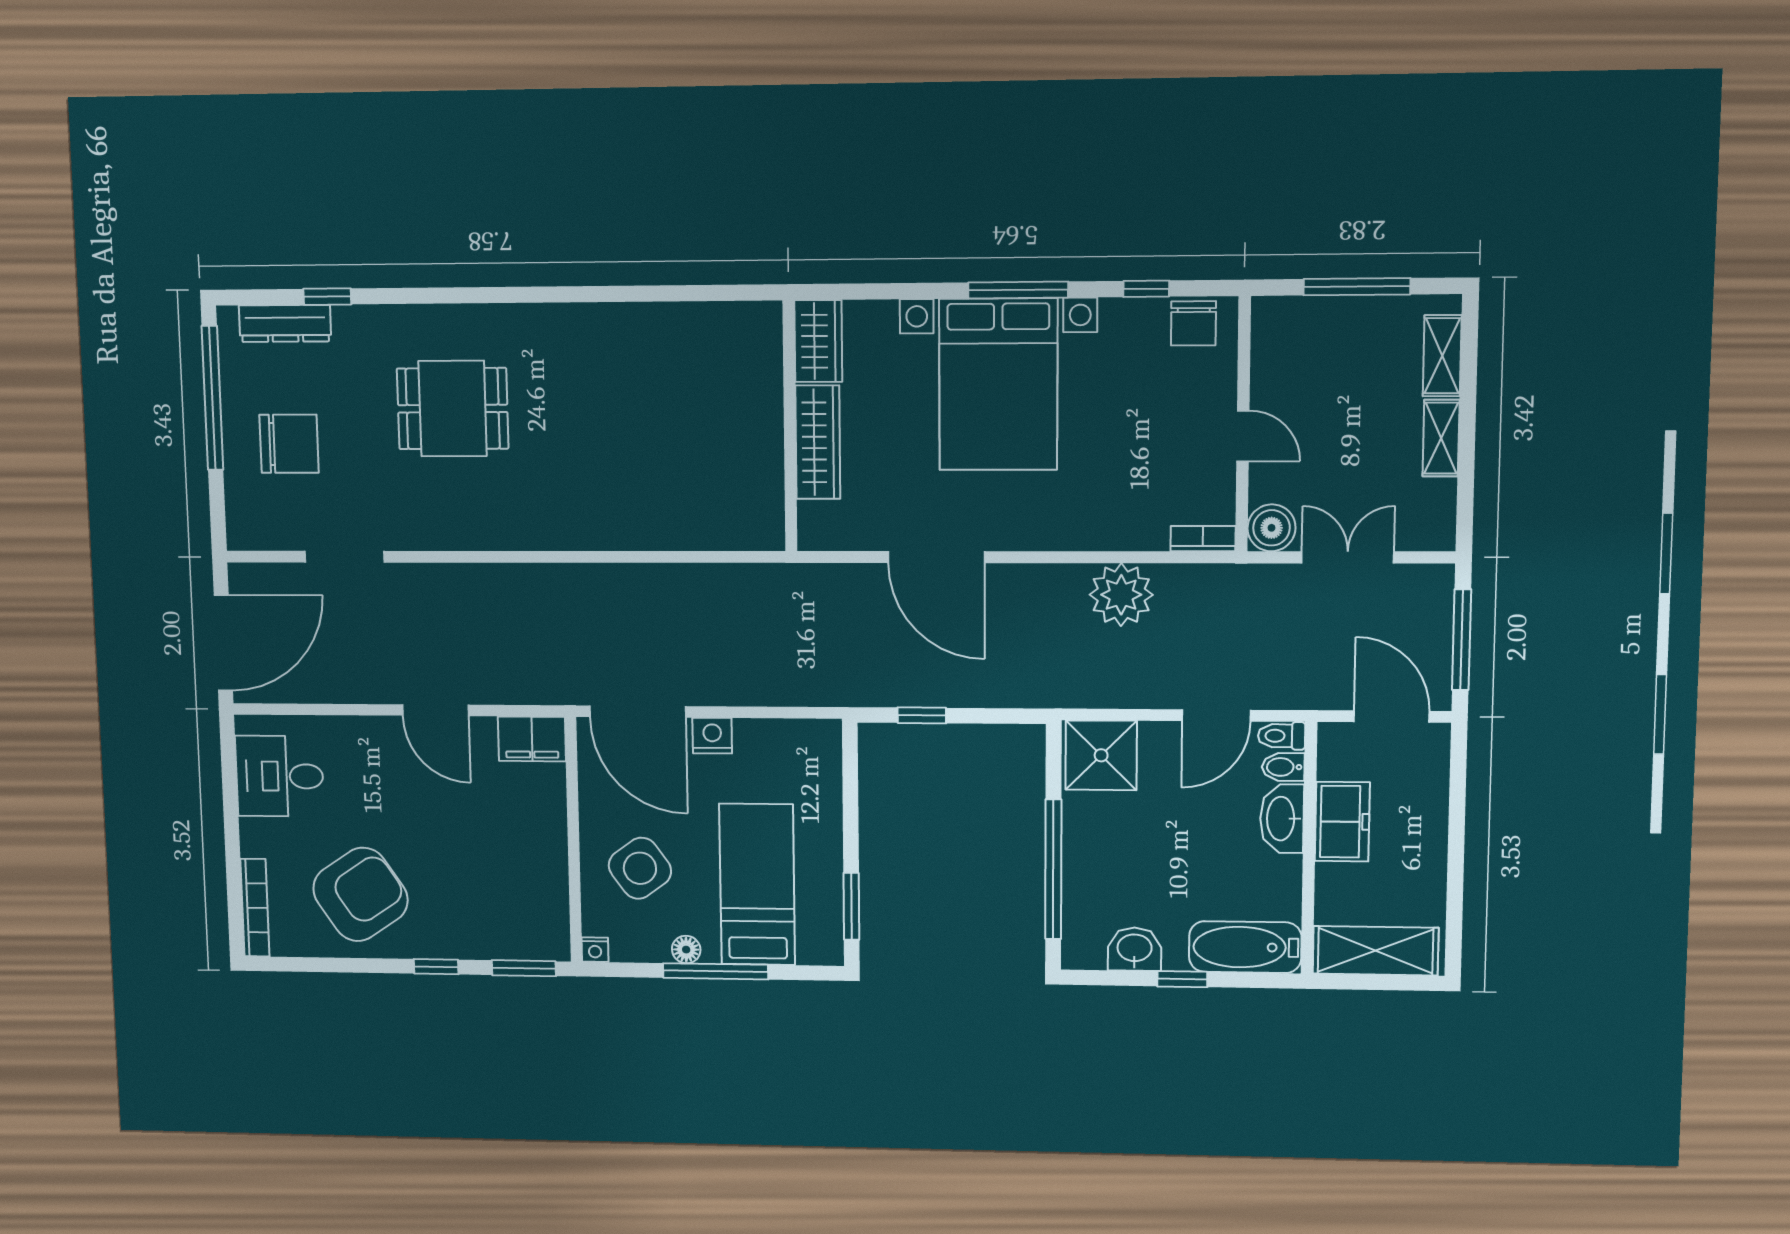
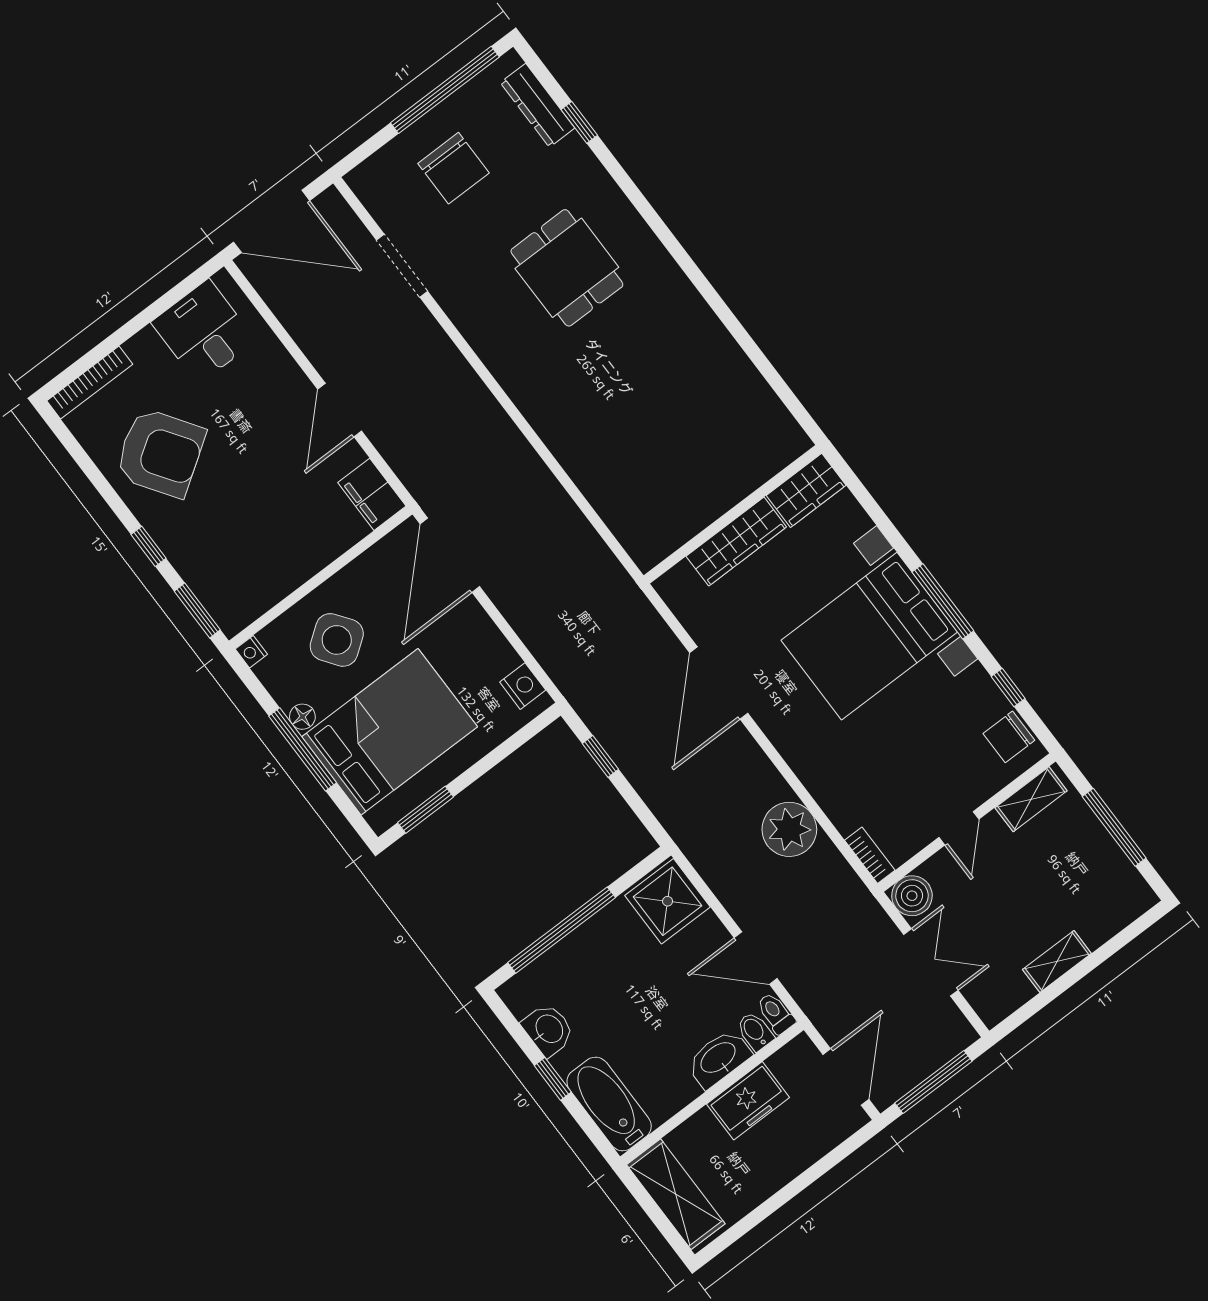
shelving: (1442, 356) -> (1031, 799), moved
nightstand: (712, 736) -> (523, 686), moved
bed: (757, 885) -> (390, 732), width x1.50

